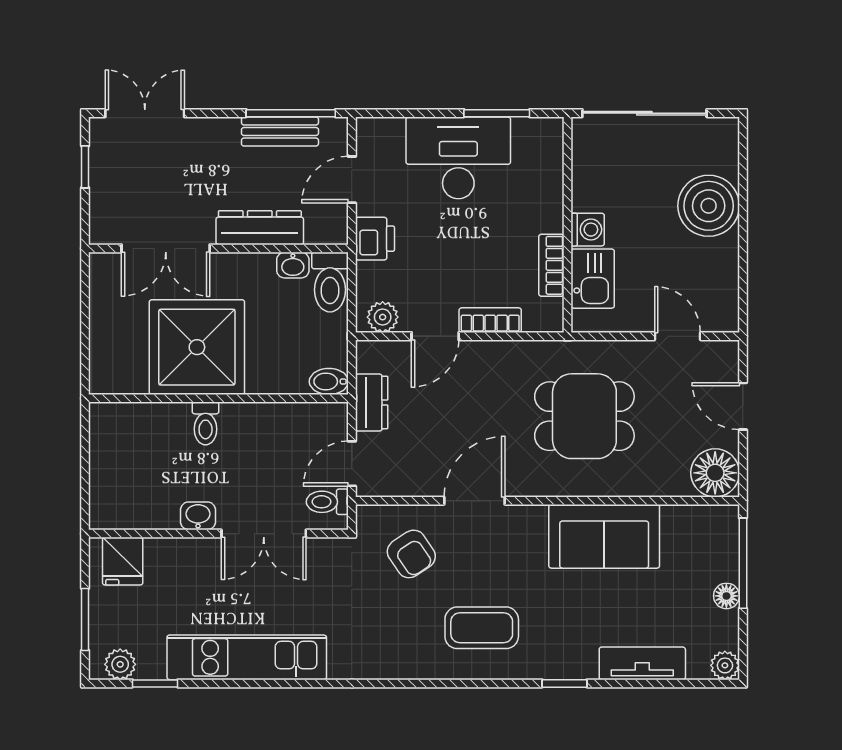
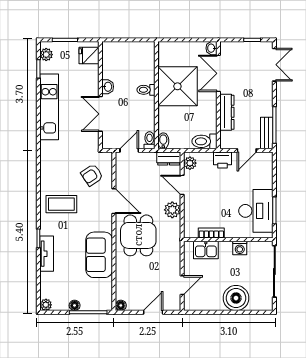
bench: (280, 132) -> (267, 133), moved
desk: (458, 158) -> (256, 211), moved
door: (352, 180) -> (247, 150), swing flipped
washing machine: (588, 230) -> (240, 248), moved
washbasin: (293, 265) -> (211, 48), moved
bookcase: (490, 320) -> (189, 208), removed
plant: (495, 360) -> (172, 210), added
dresser: (372, 403) -> (169, 159), moved
dining table: (584, 416) -> (138, 235), moved
door: (352, 464) -> (129, 150), hinge flipped
floor lamp: (715, 473) -> (121, 305), width x0.53, depth x0.53
toilet: (327, 502) -> (149, 140), moved
coffee table: (482, 628) -> (61, 204), turned 90
tv unit: (642, 663) -> (47, 254), moved

